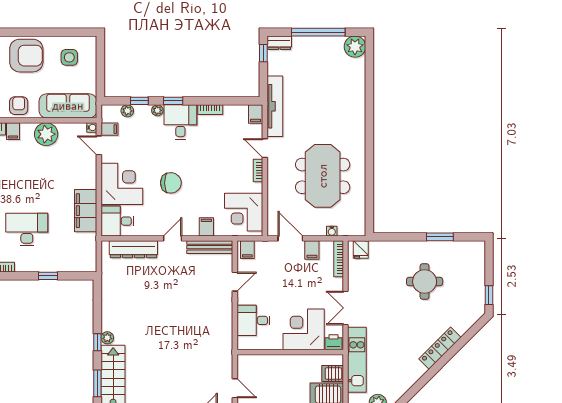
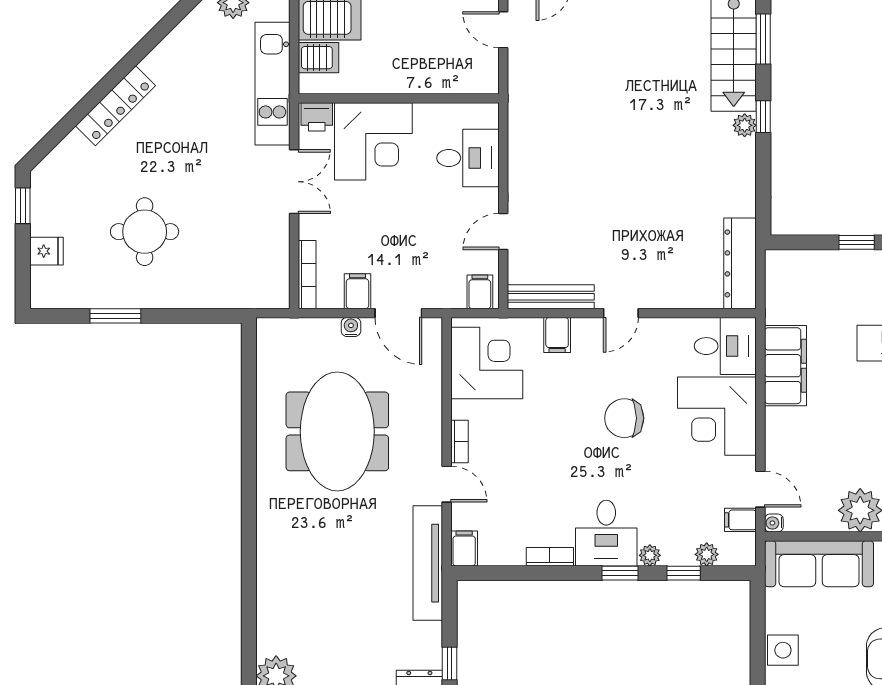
side table: (69, 57) -> (783, 650), moved
water cooler: (332, 231) -> (351, 327), moved
dresser: (133, 249) -> (740, 263), moved, turned -90
fridge: (361, 249) -> (46, 251), moved, turned 90

